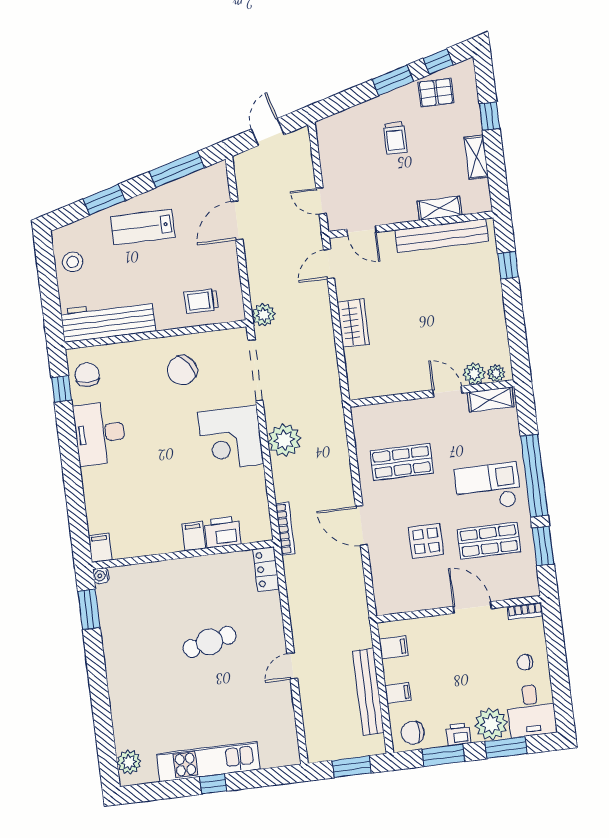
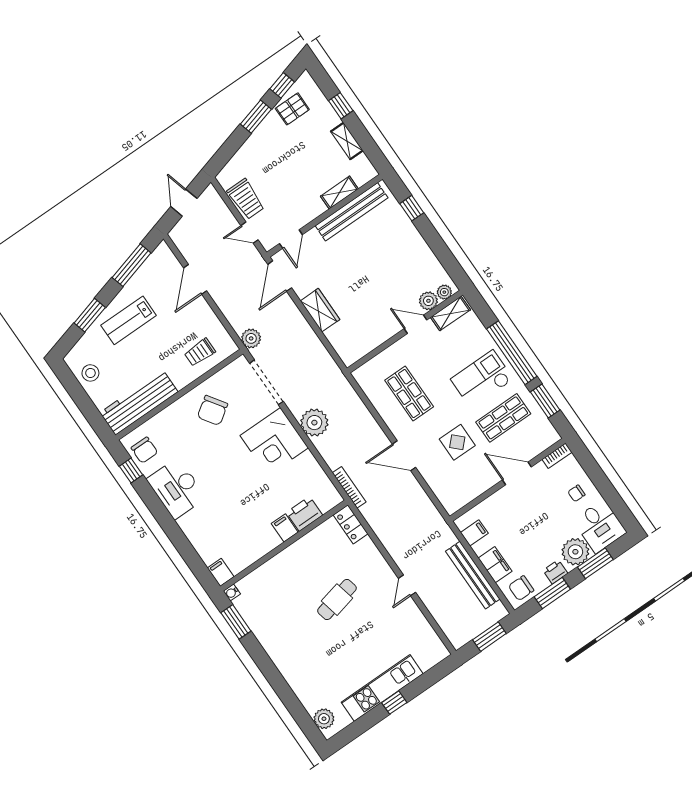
trolley: (395, 138) -> (246, 199), moved, width x1.36, depth x1.39
door: (362, 231) -> (291, 239), hinge flipped
door: (329, 264) -> (280, 276), width x1.38
chair: (87, 375) -> (144, 450), turned 180
shop shelf: (402, 462) -> (409, 394), turned 90
filing cabinet: (398, 693) -> (495, 565), width x2.00

